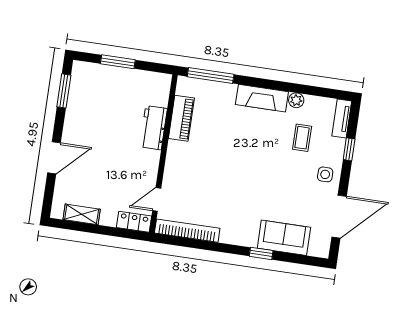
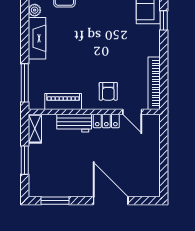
door: (54, 158) -> (111, 201), width x1.36
armchair: (186, 174) -> (108, 91), added
shelving: (82, 214) -> (35, 129), moved
locker: (134, 222) -> (106, 121), moved, turned -90

